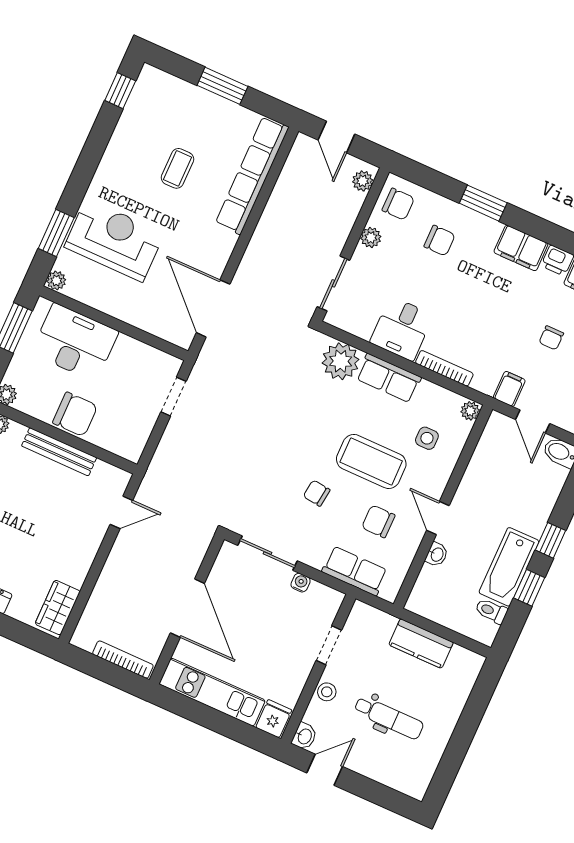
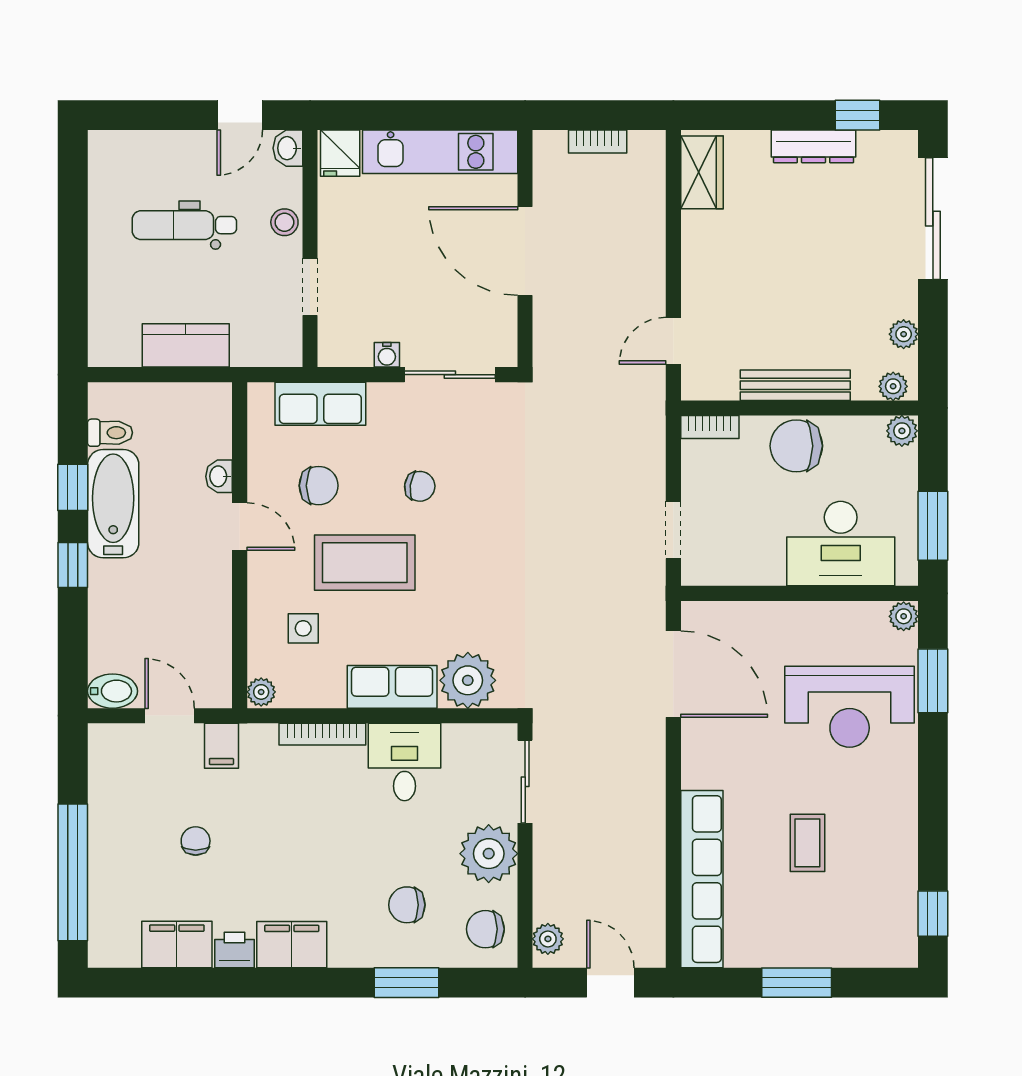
window: (483, 203) -> (406, 983), moved
plant: (371, 237) -> (489, 854), width x1.88, depth x1.88
bookcase: (123, 450) -> (710, 427), added
bookcase: (123, 660) -> (598, 142), width x0.64

